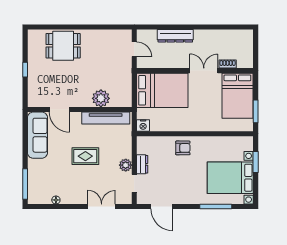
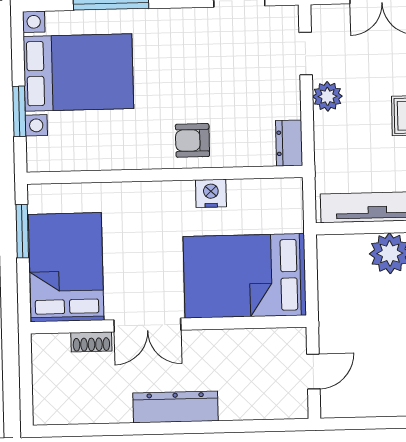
dresser: (175, 36) -> (175, 407), moved
door: (134, 49) -> (313, 371), swing flipped
nightstand: (143, 125) -> (211, 193), moved
dresser: (142, 164) -> (289, 143), moved

